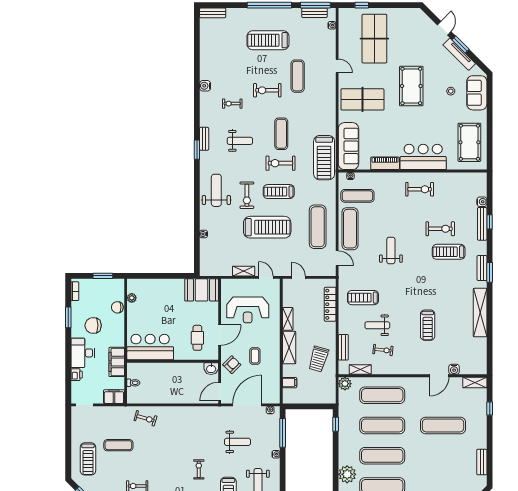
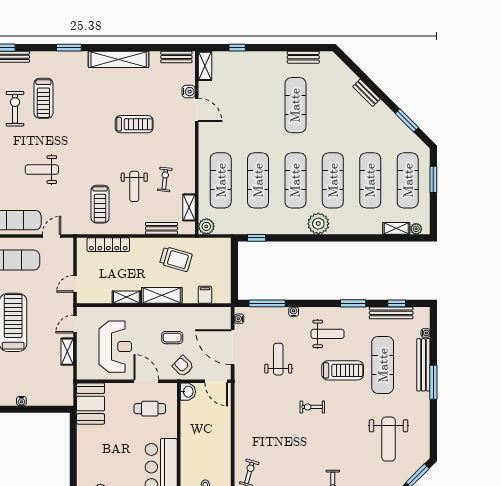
bench: (482, 268) -> (176, 57), moved
exercise mat: (443, 425) -> (295, 105), moved

